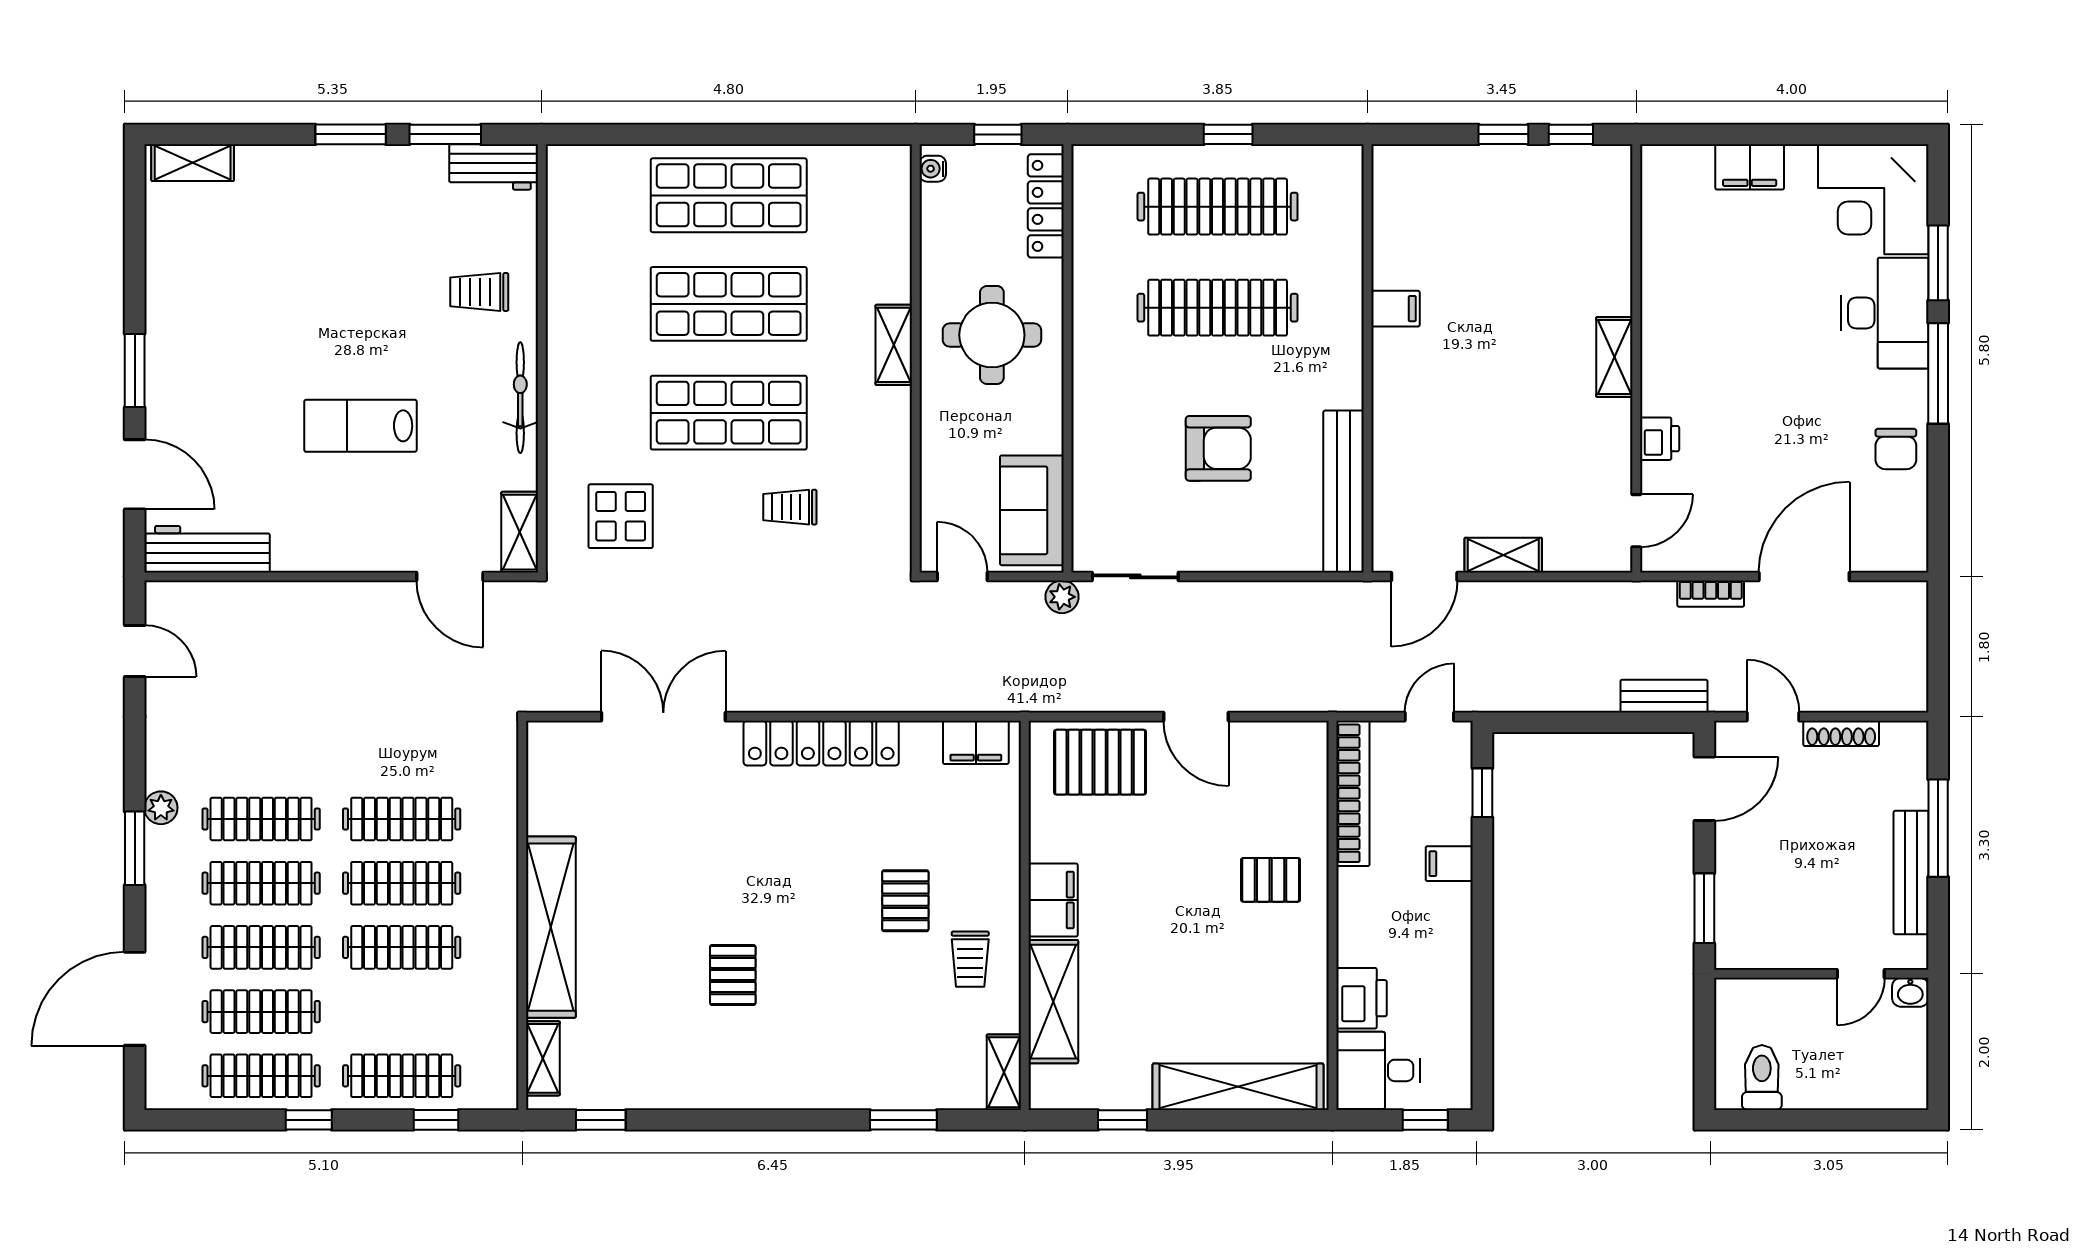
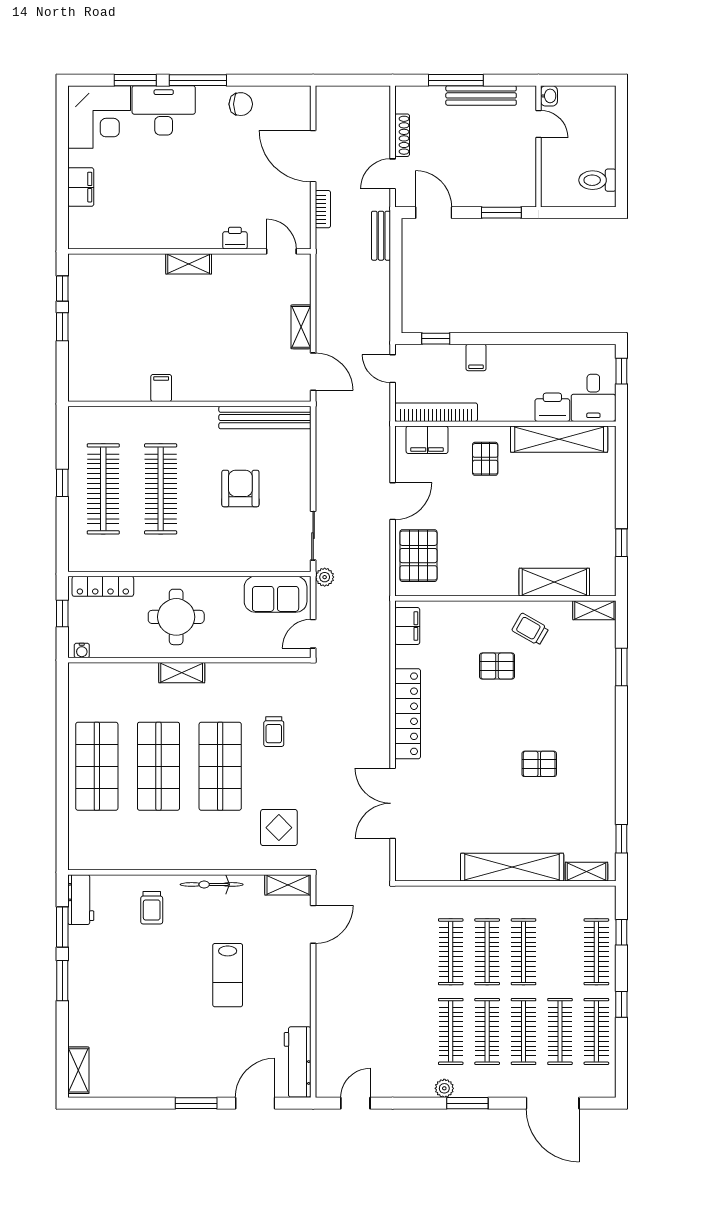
filing cabinet: (1053, 900) -> (427, 440), moved, turned 180
trolley: (970, 959) -> (530, 629), turned -150
shelving: (1238, 1087) -> (559, 439), moved, turned 90

